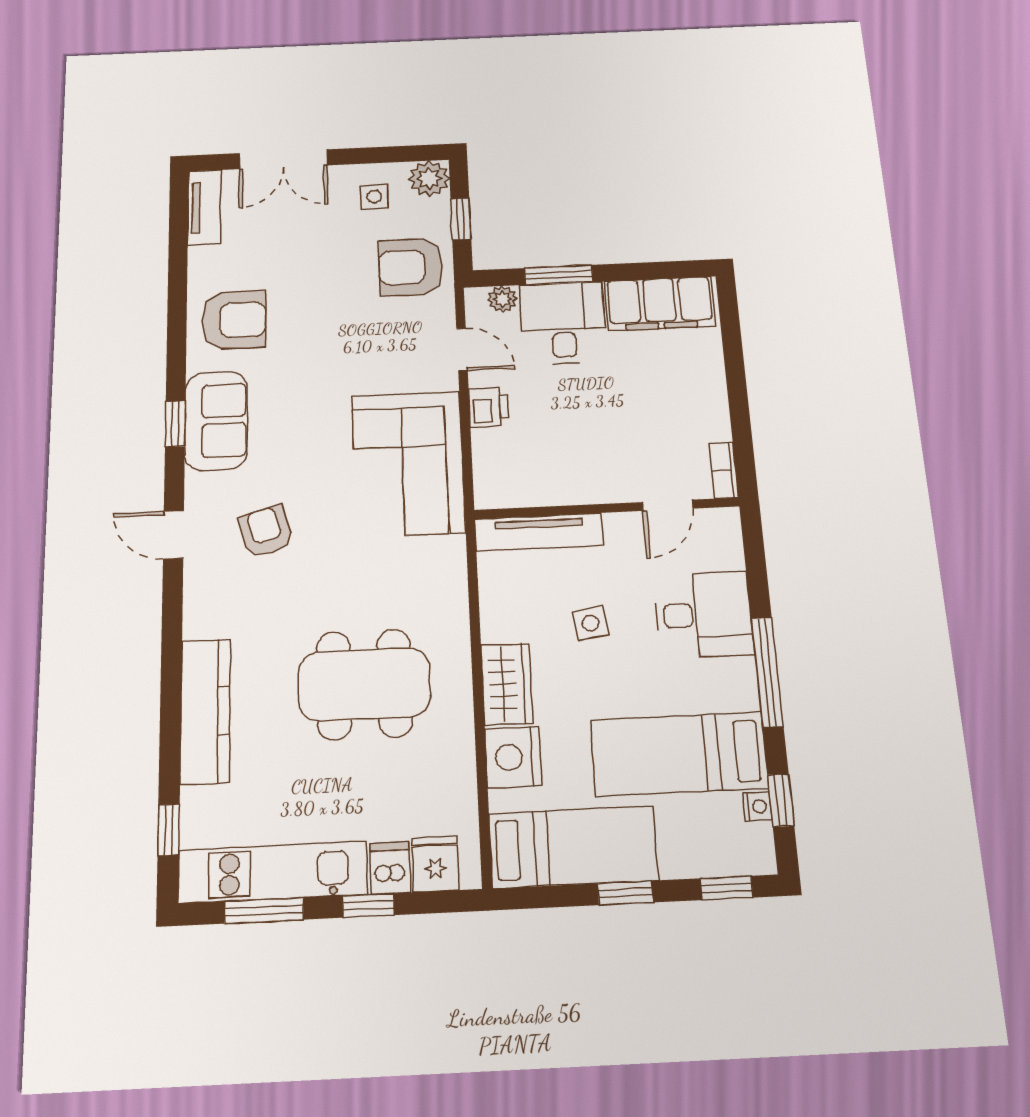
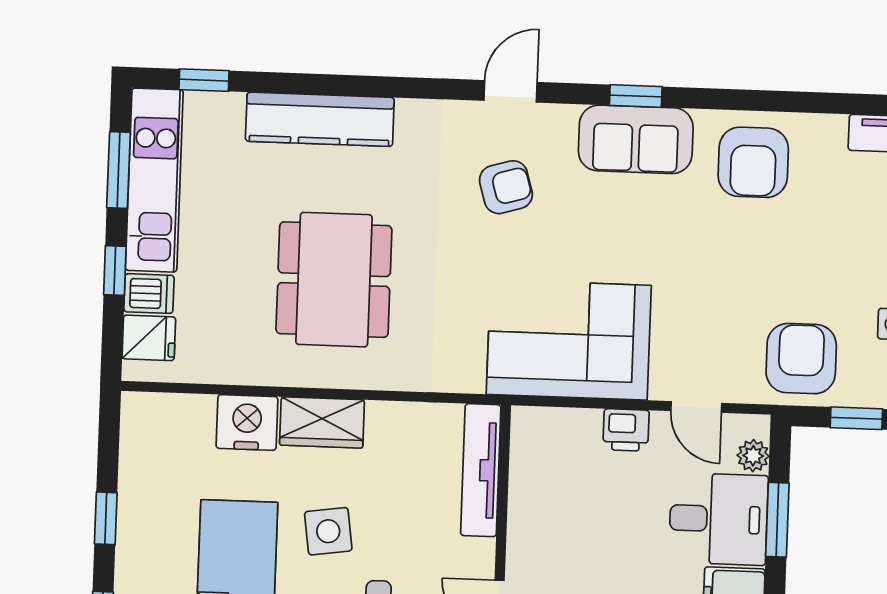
door: (462, 350) -> (696, 407), hinge flipped
side table: (590, 623) -> (328, 531), moved, width x1.37, depth x1.37
bed: (573, 847) -> (154, 473), removed

